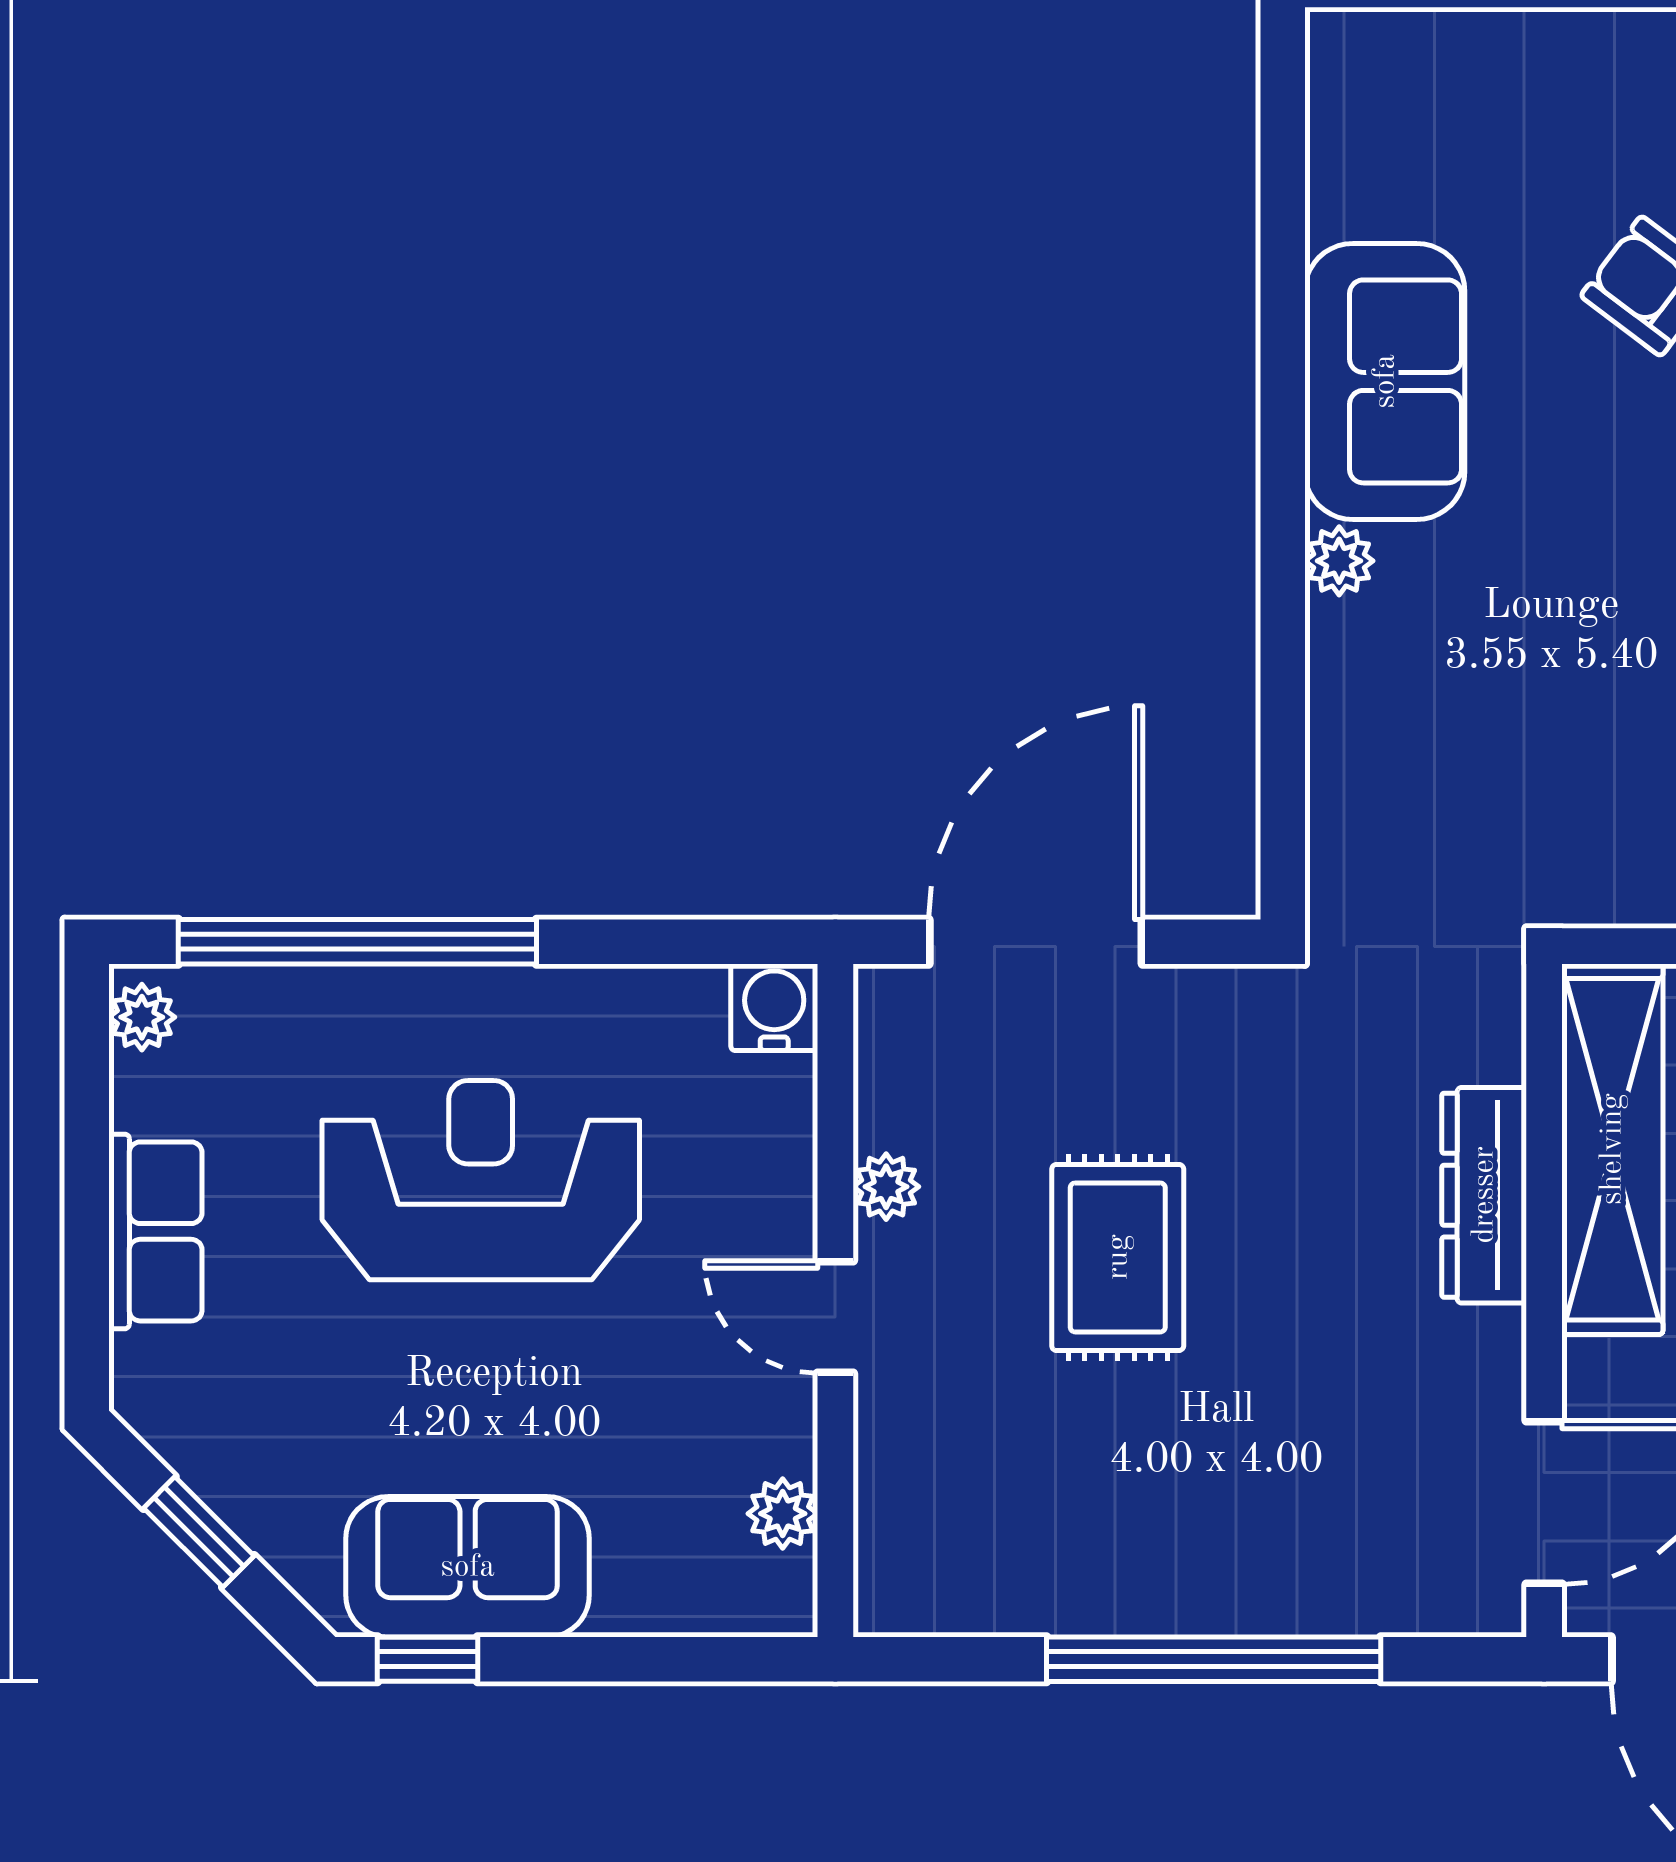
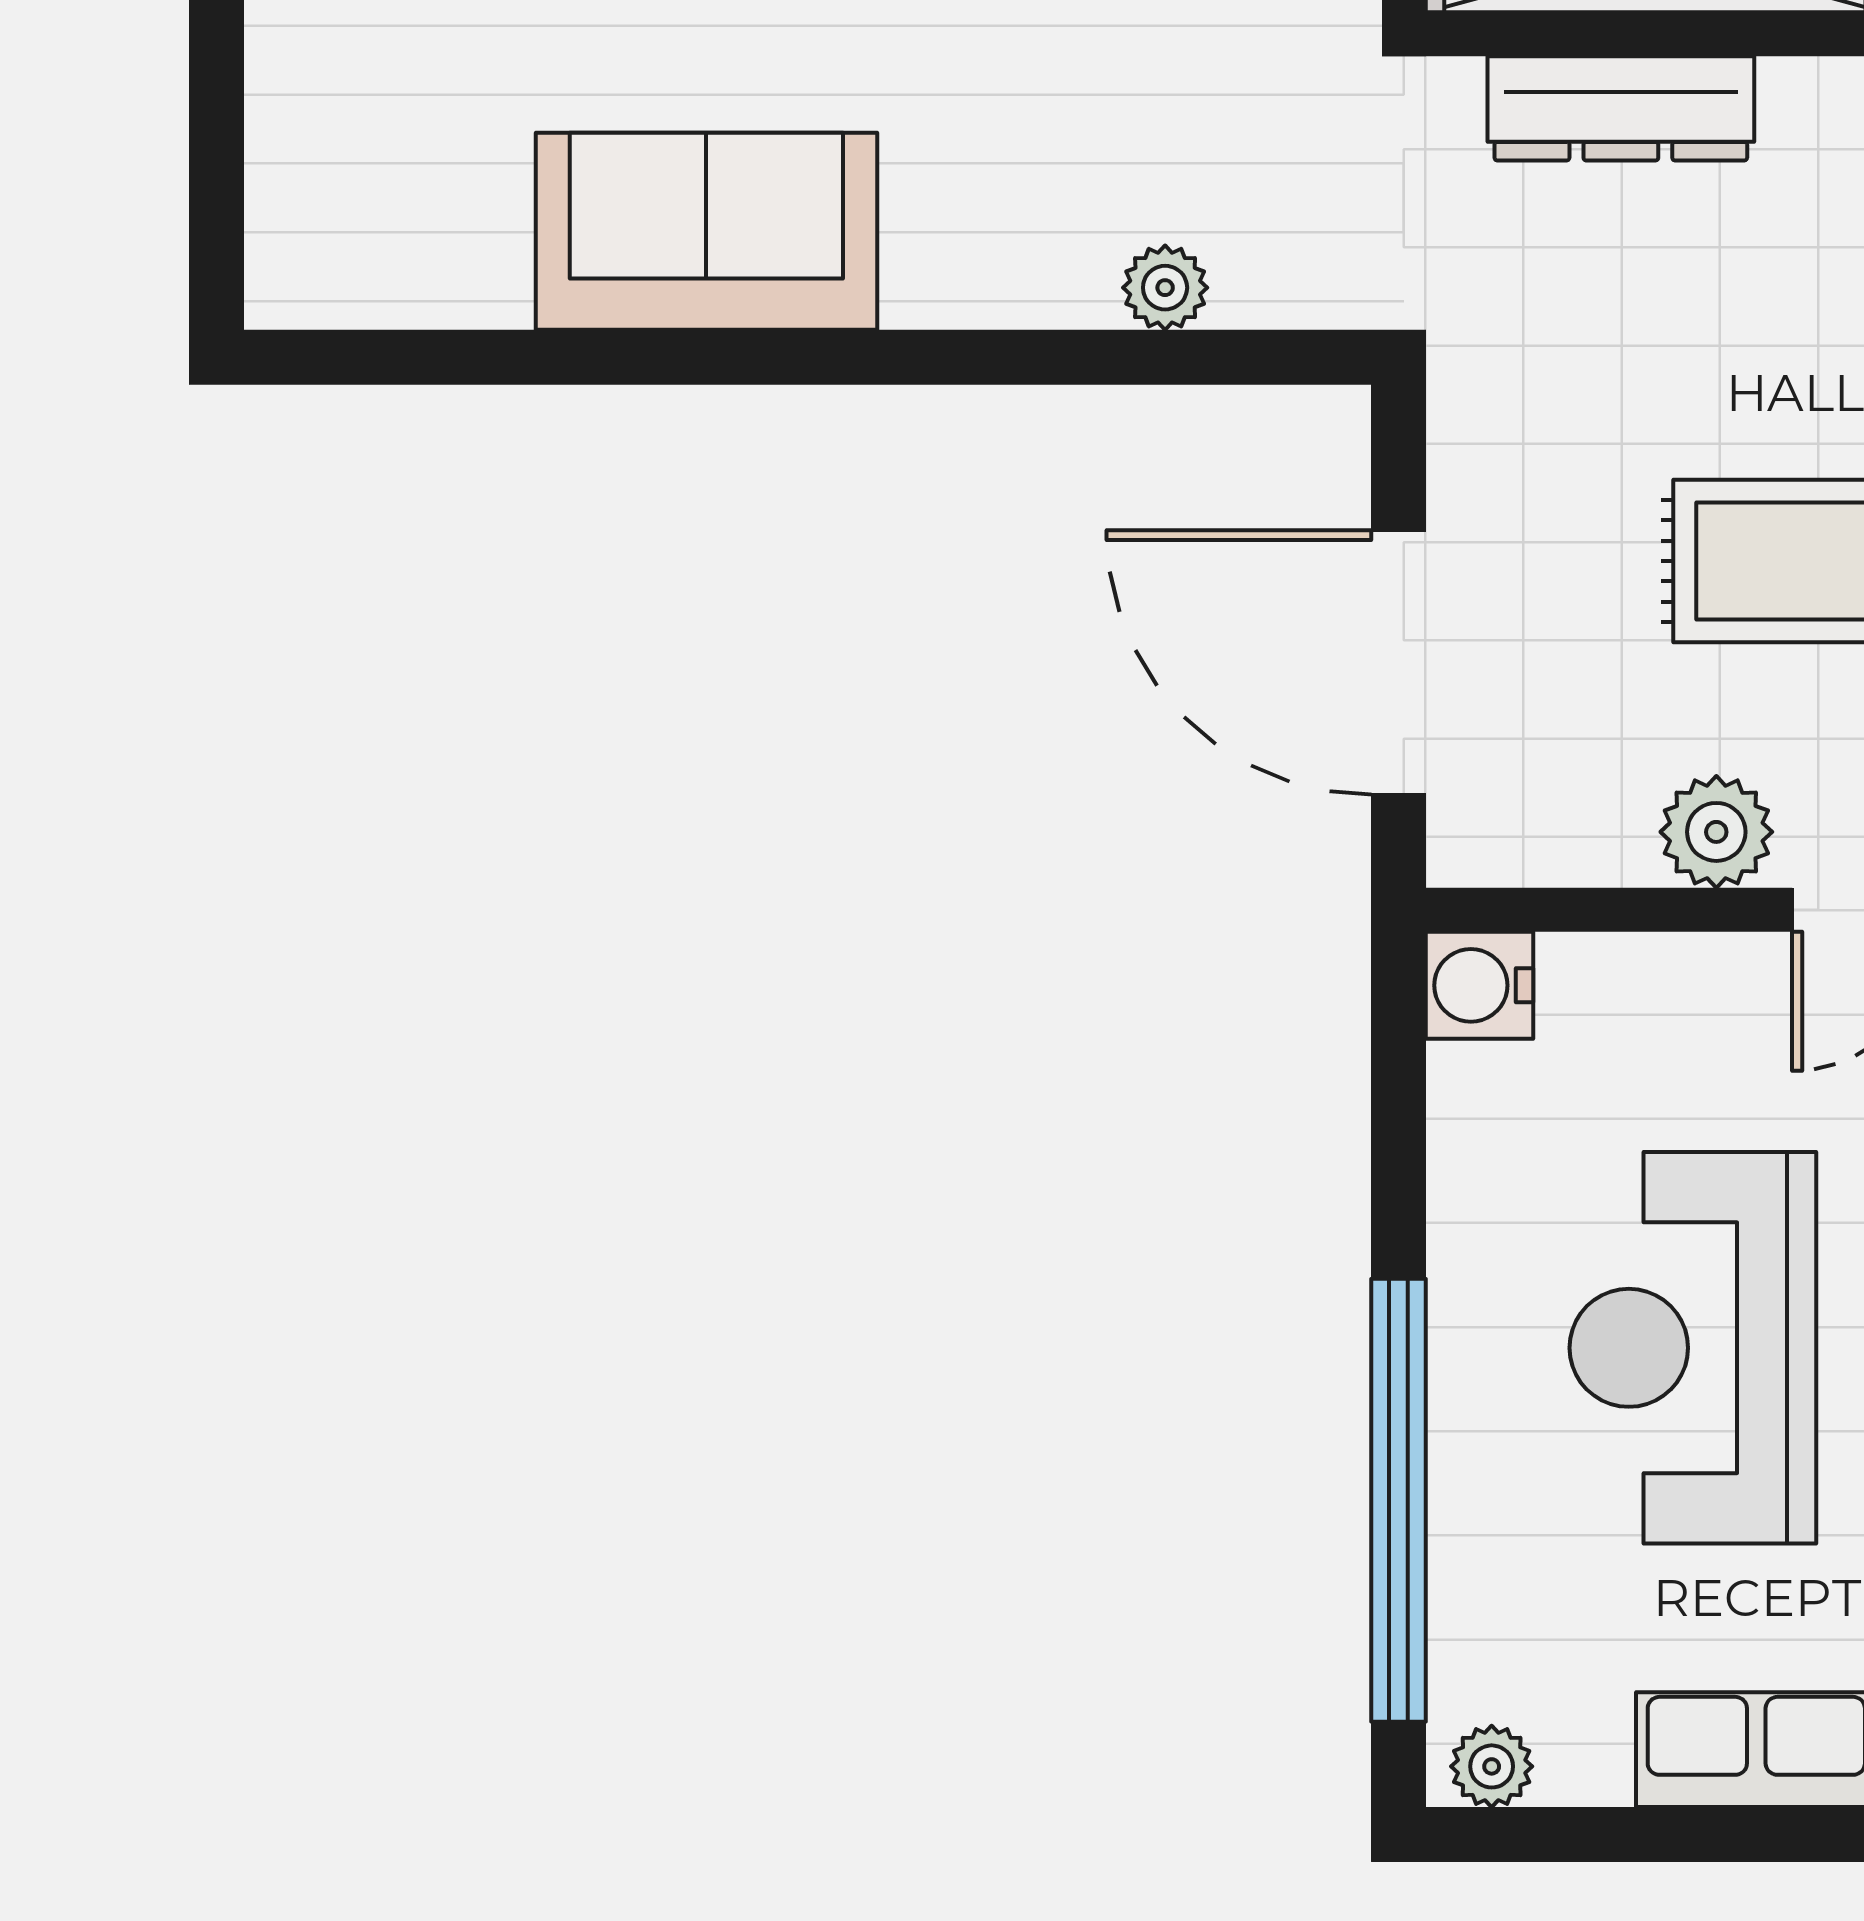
plant: (1339, 561) -> (1165, 288), moved
plant: (886, 1187) -> (1716, 832), width x1.38, depth x1.38
dresser: (1484, 1195) -> (1621, 108), moved

